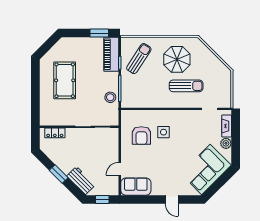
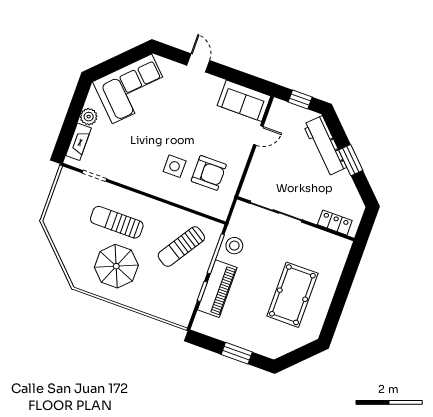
window: (99, 33) -> (237, 353), moved
piano: (111, 54) -> (217, 289), moved
sun lounger: (139, 59) -> (181, 247), moved
armchair: (141, 136) -> (209, 173), turned 90
workbench: (81, 181) -> (325, 146), width x1.38

